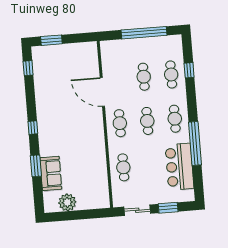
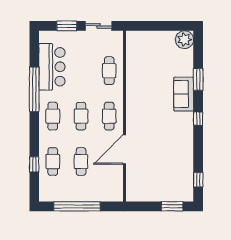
door: (102, 92) -> (124, 149), swing flipped
sofa: (51, 173) -> (184, 94), moved
plant: (67, 202) -> (184, 40), moved

